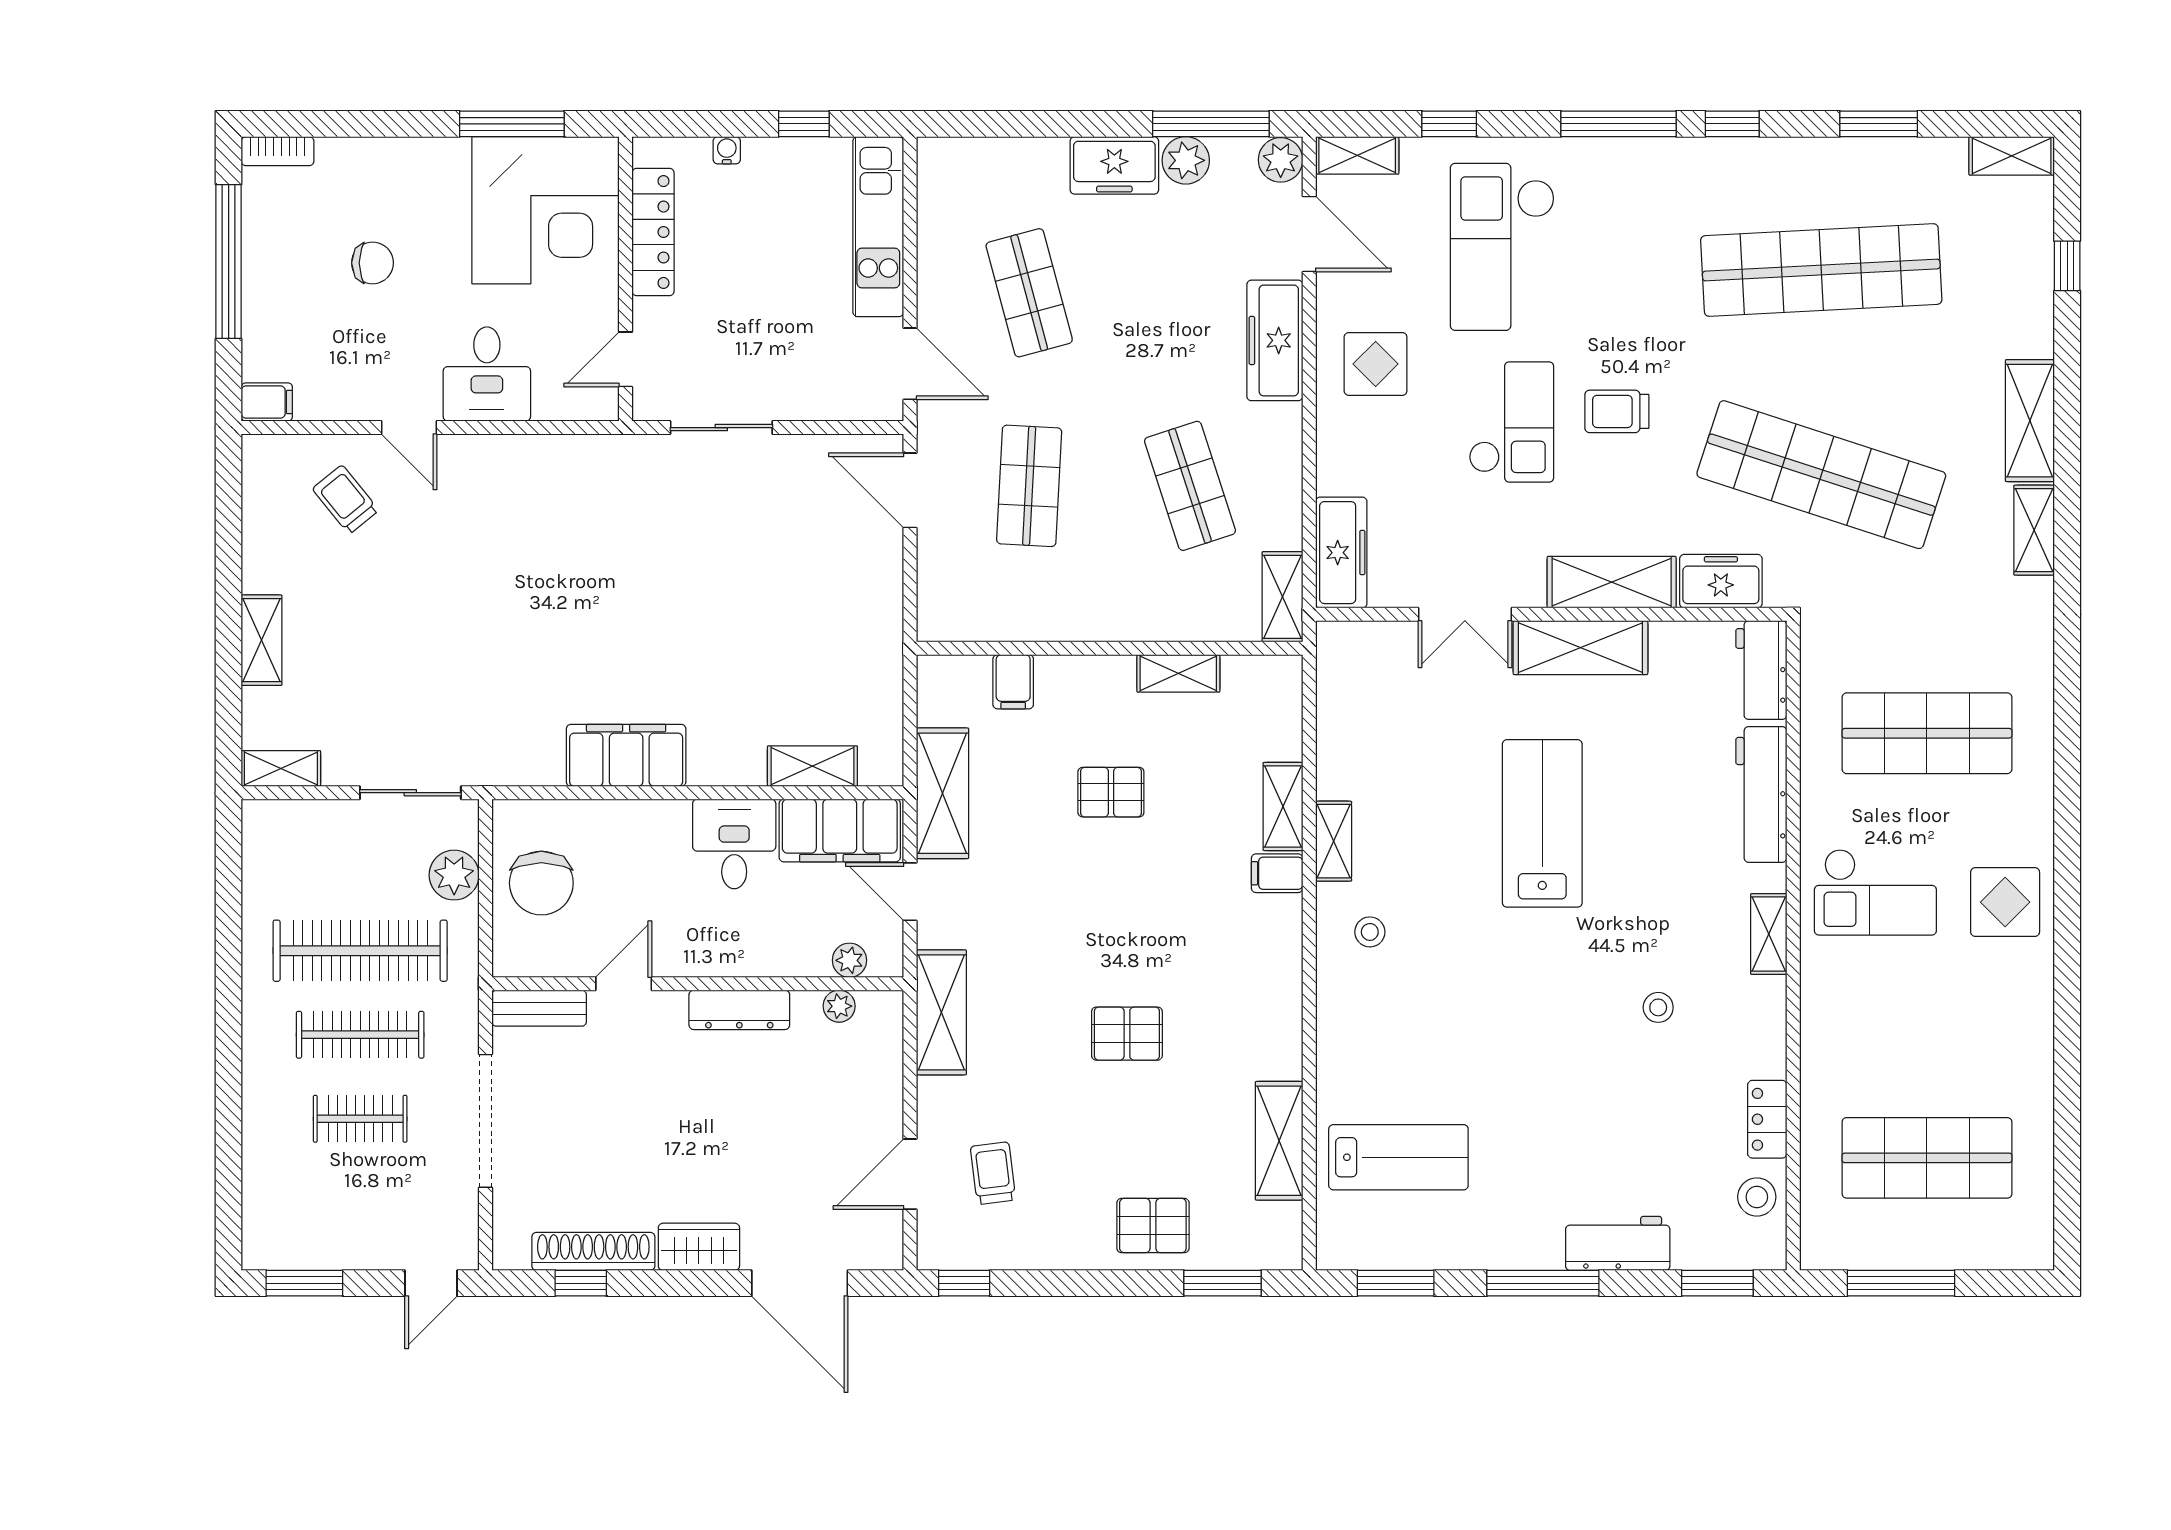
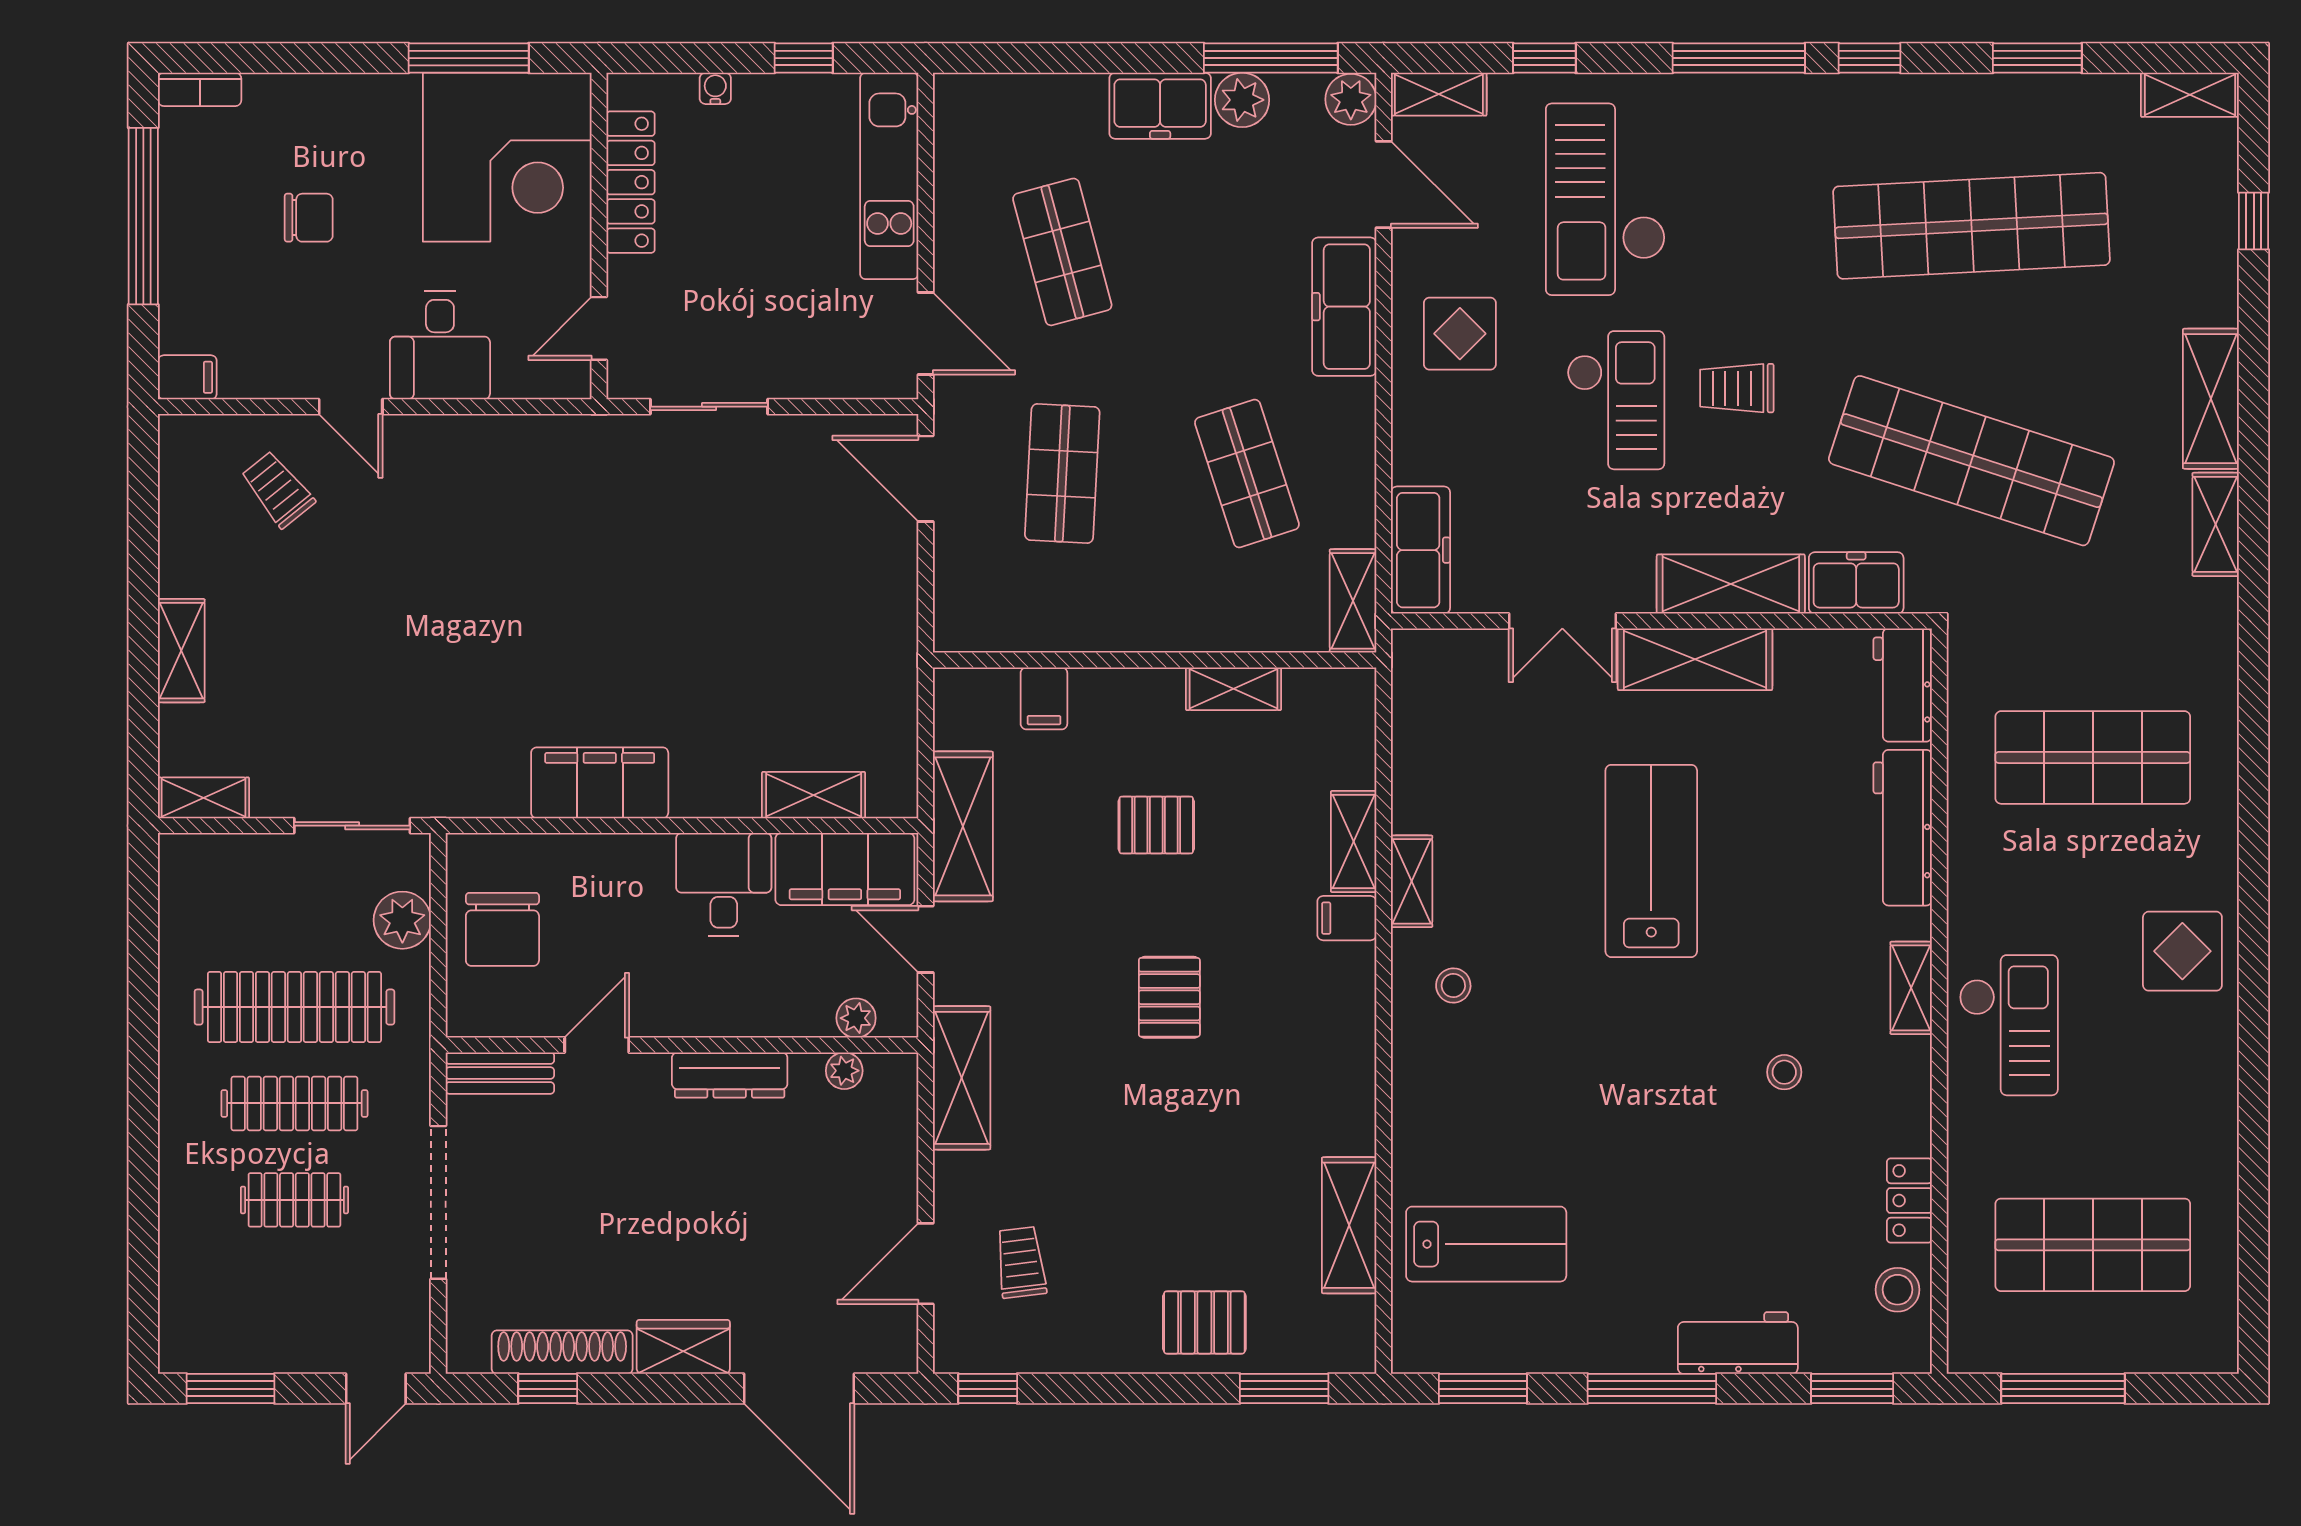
checkout: (1875, 892) -> (2009, 1025), moved, turned -90
pallet: (1127, 1034) -> (1169, 997), moved, turned 90

